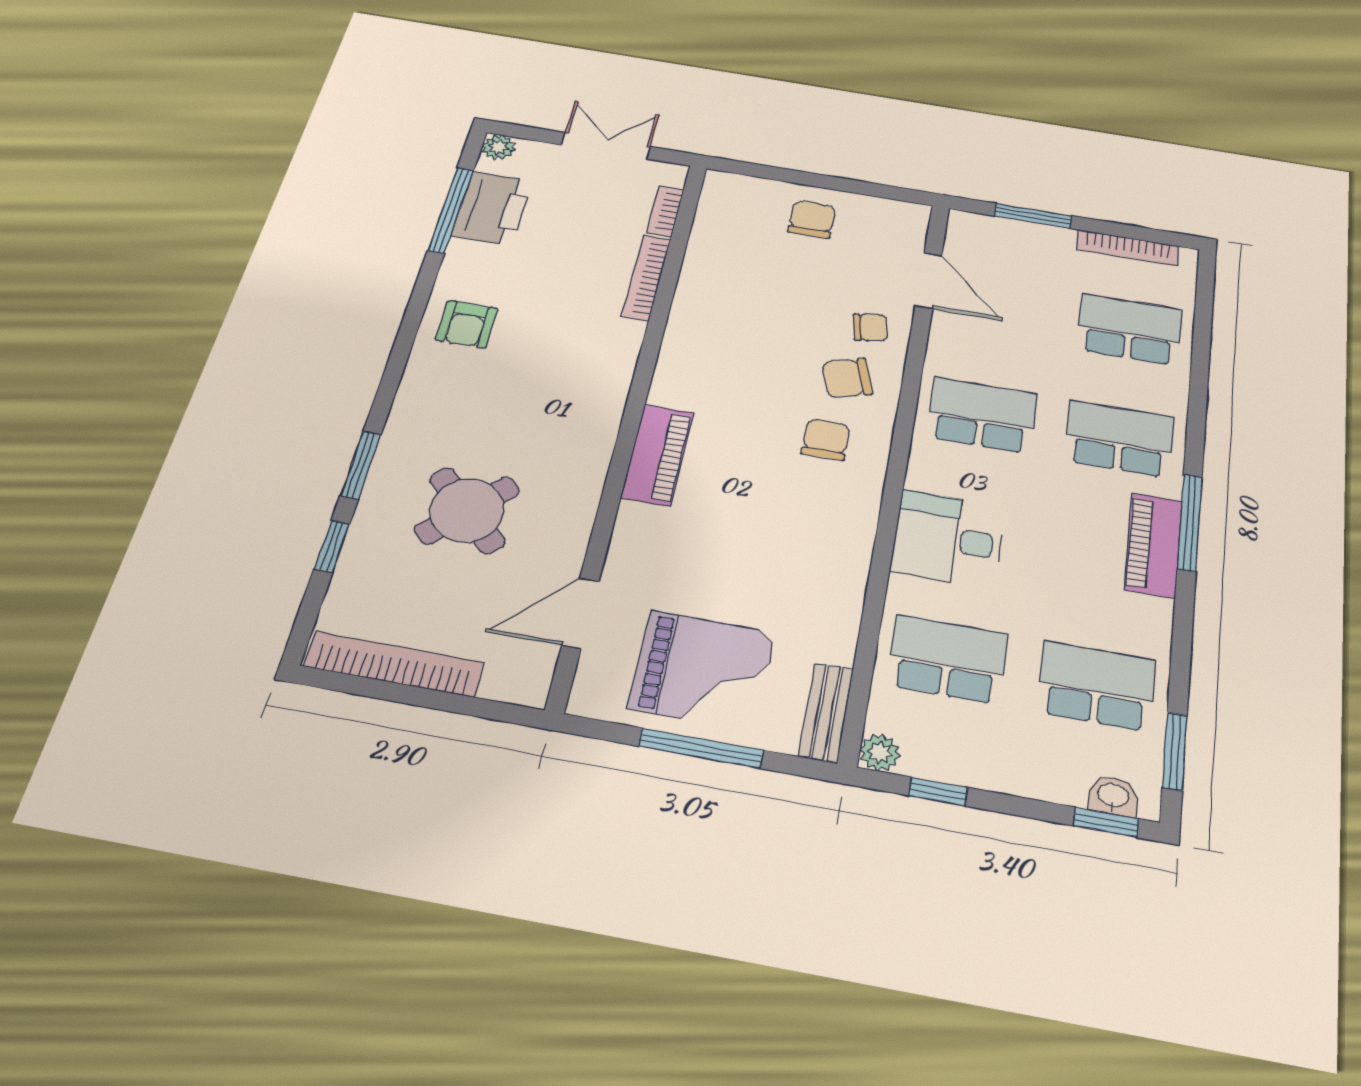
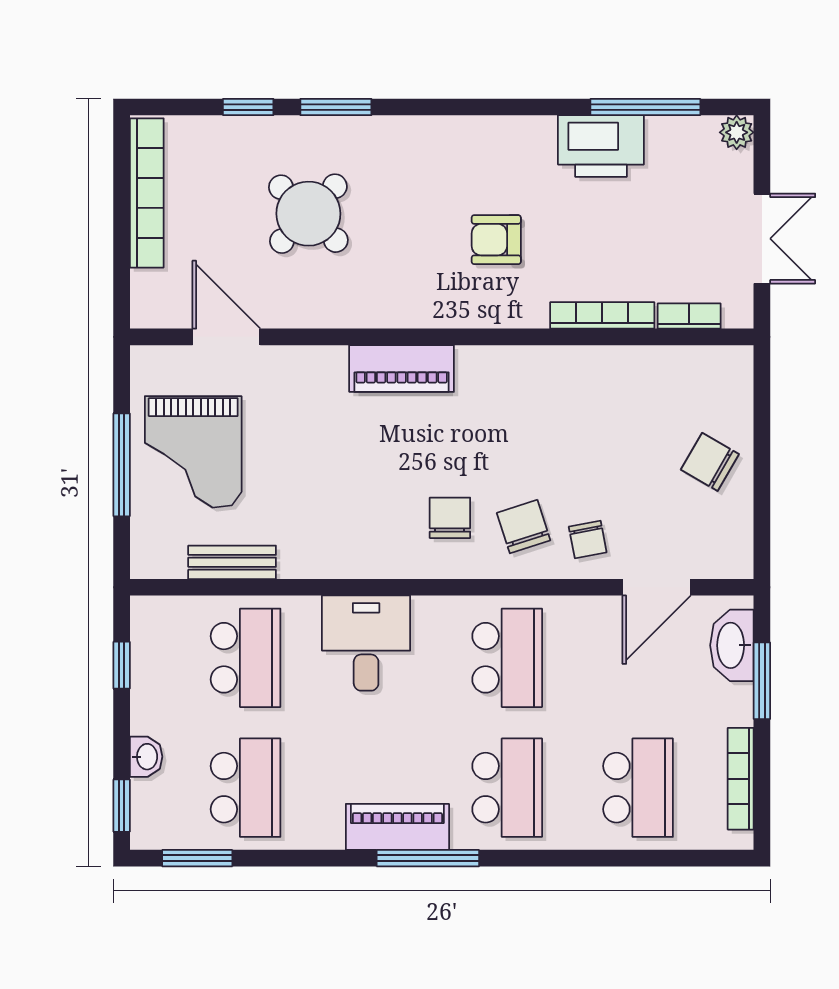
printer: (492, 208) -> (601, 146), moved
chair: (812, 219) -> (710, 462), turned -150
washbasin: (995, 233) -> (732, 645), added
armchair: (467, 324) -> (496, 240), moved
chair: (826, 440) -> (450, 518), turned -90
bench: (826, 712) -> (232, 562), moved
plant: (880, 753) -> (147, 613), removed
washbasin: (1113, 796) -> (146, 757), moved

